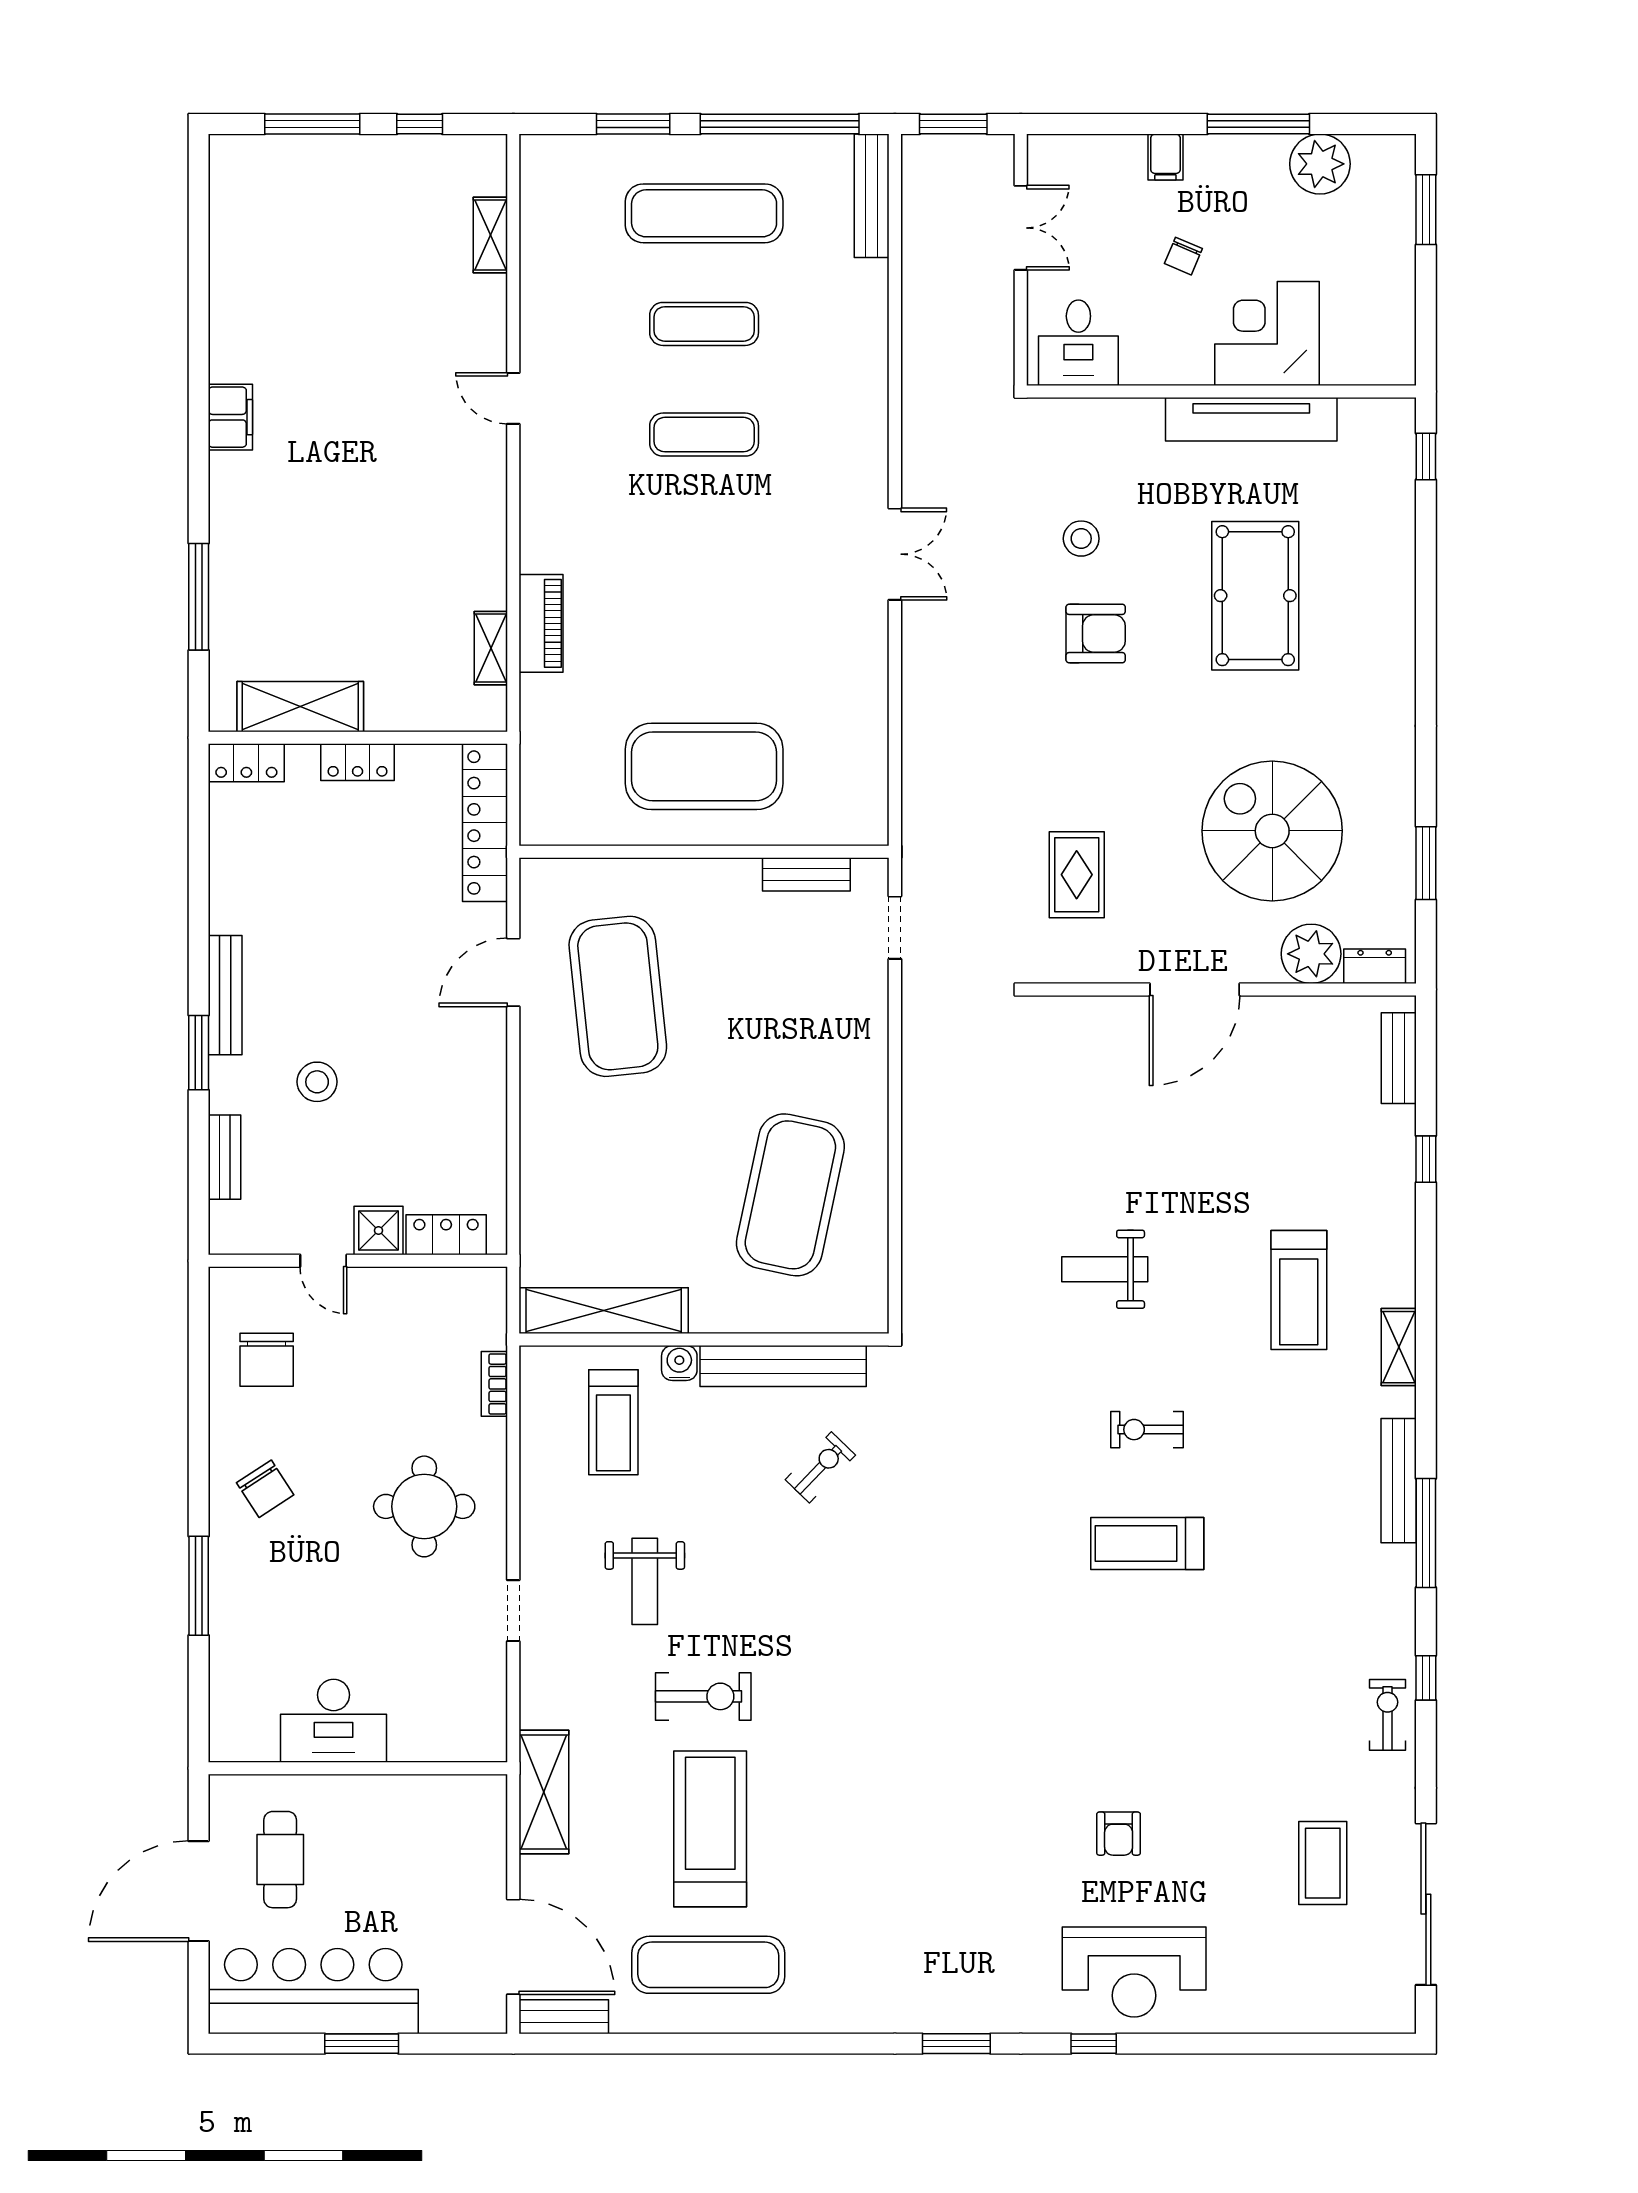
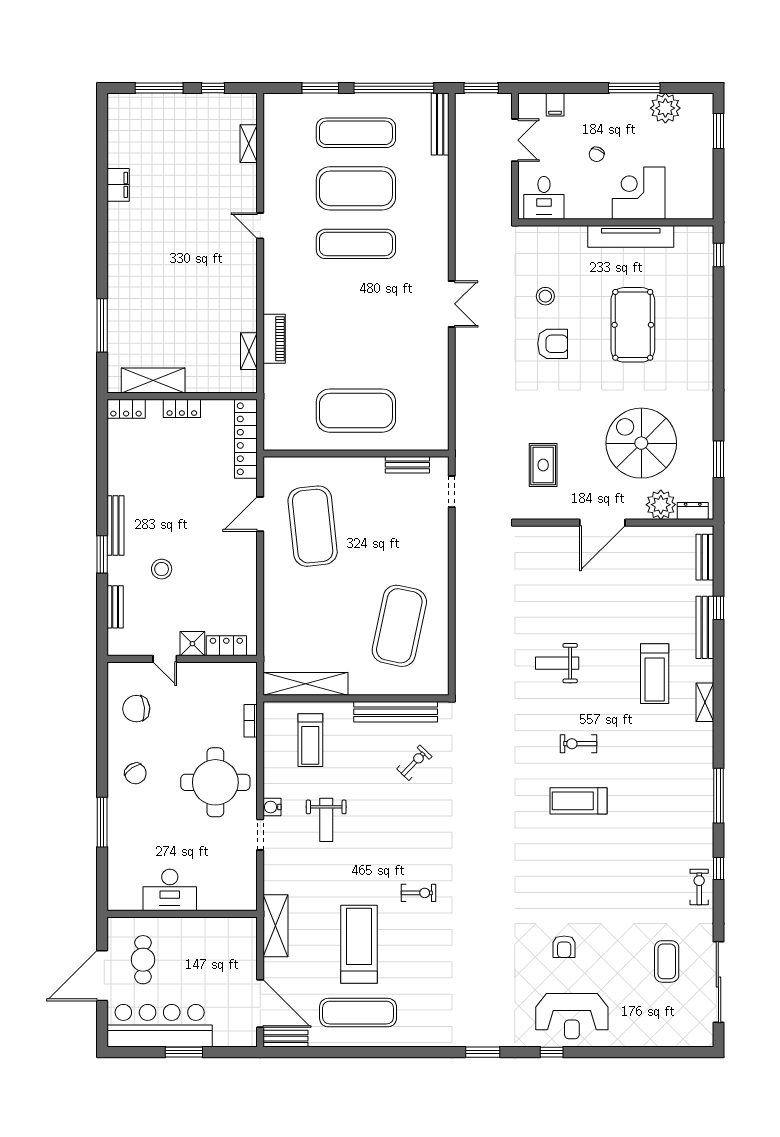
filing cabinet: (1165, 157) -> (555, 105), moved
exercise mat: (704, 324) -> (356, 188), width x2.00, depth x1.45
filing cabinet: (230, 417) -> (118, 185), moved
exercise mat: (704, 435) -> (356, 244), width x1.36, depth x1.45
chair: (267, 1360) -> (136, 709), turned 85
water cooler: (679, 1363) -> (272, 807), moved, turned -90
bench: (1399, 1481) -> (705, 627), moved
round table: (424, 1506) -> (215, 782), width x1.36, depth x1.36
exercise bike: (703, 1696) -> (418, 893), moved, width x0.73, depth x0.72

